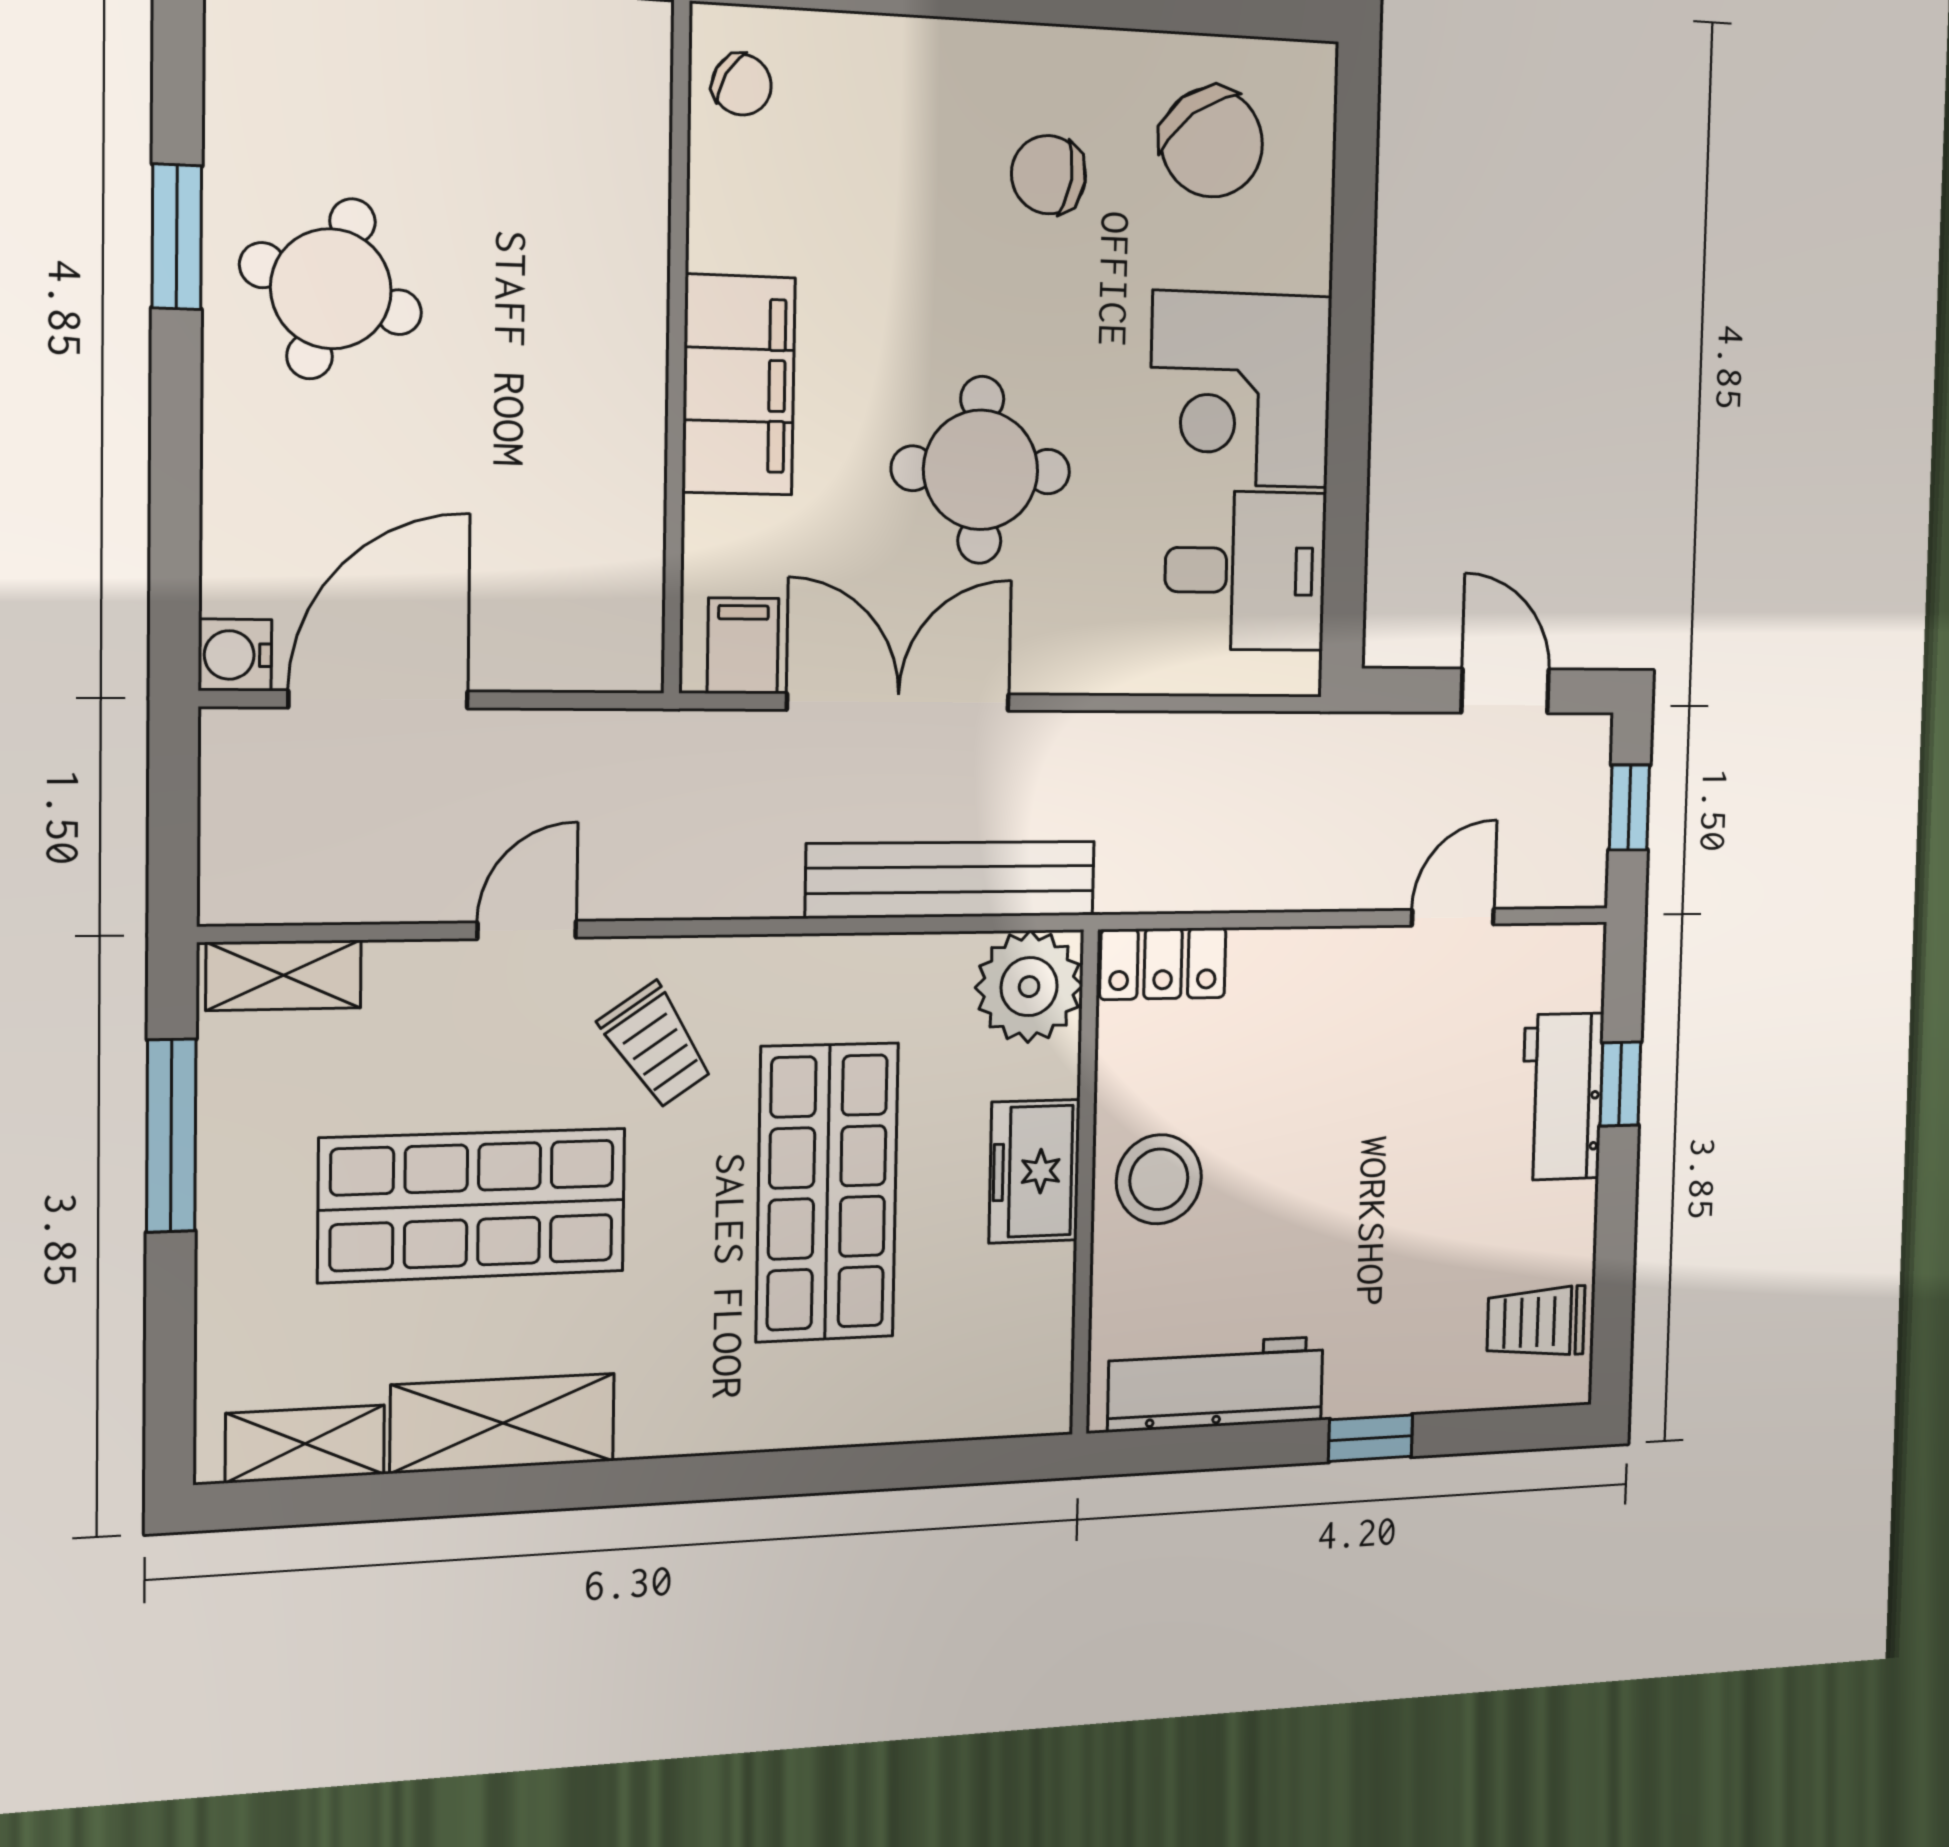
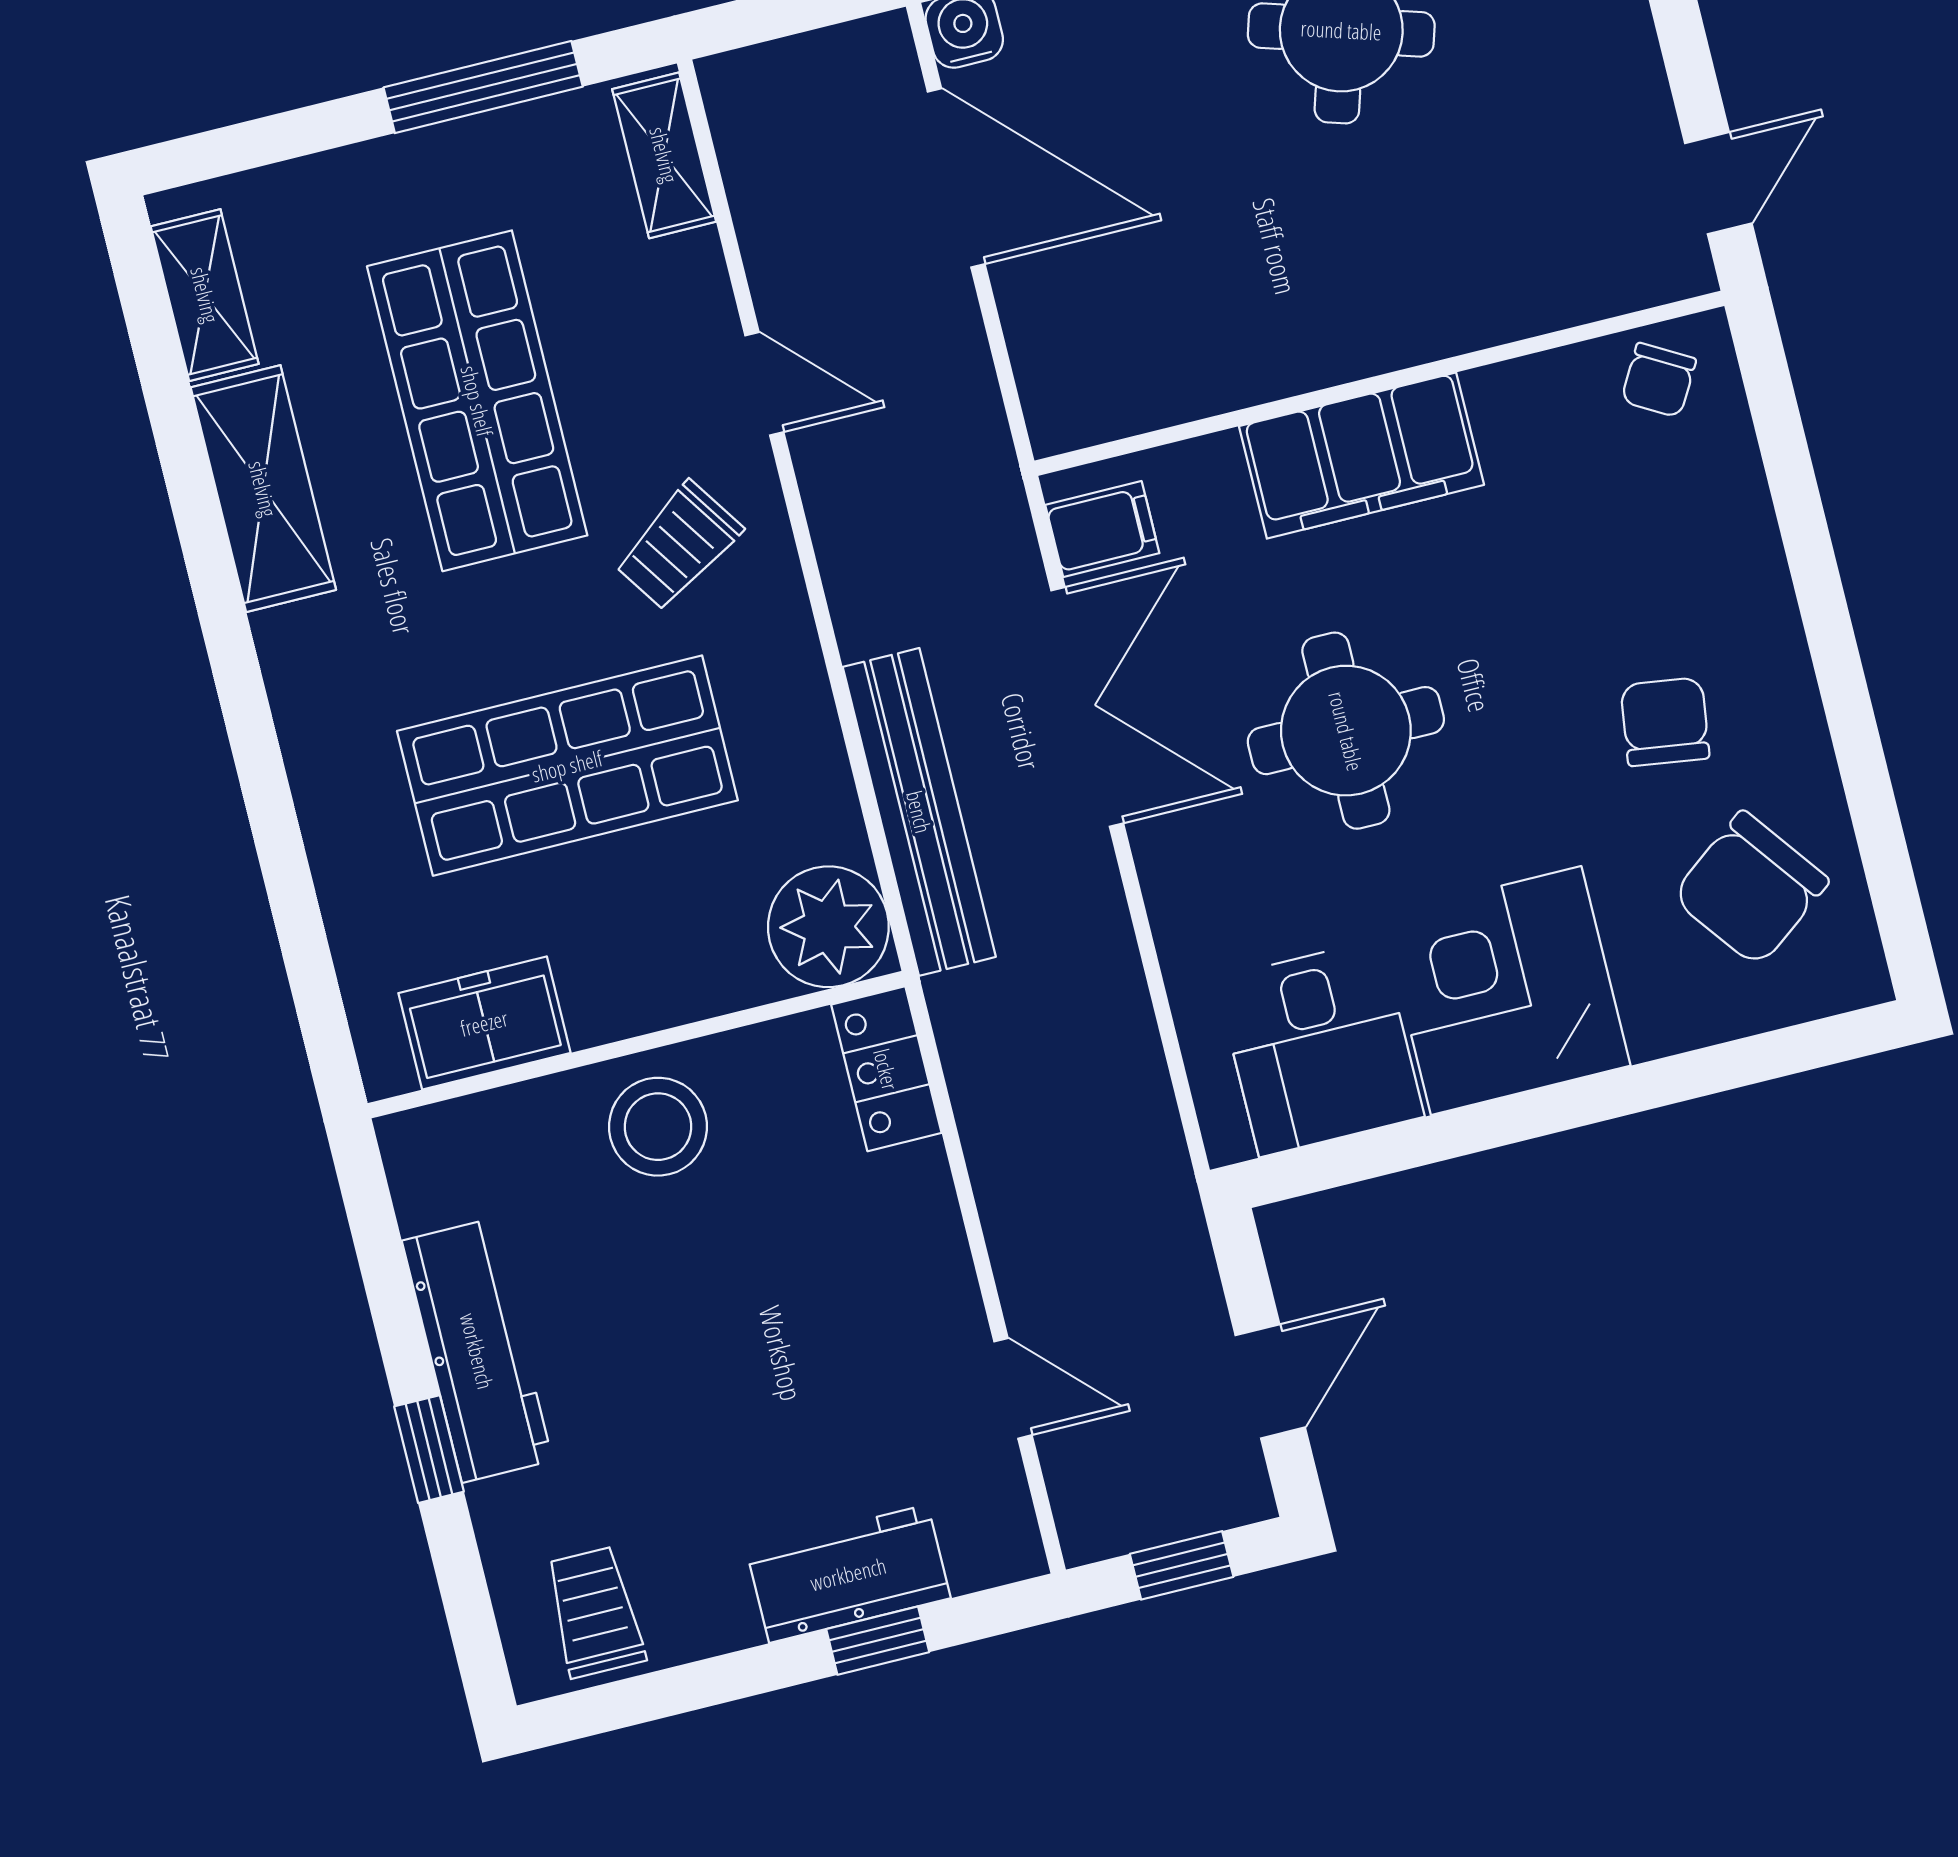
freezer: (1035, 1171) -> (484, 1023), moved
workbench: (1216, 1384) -> (477, 1351), moved

